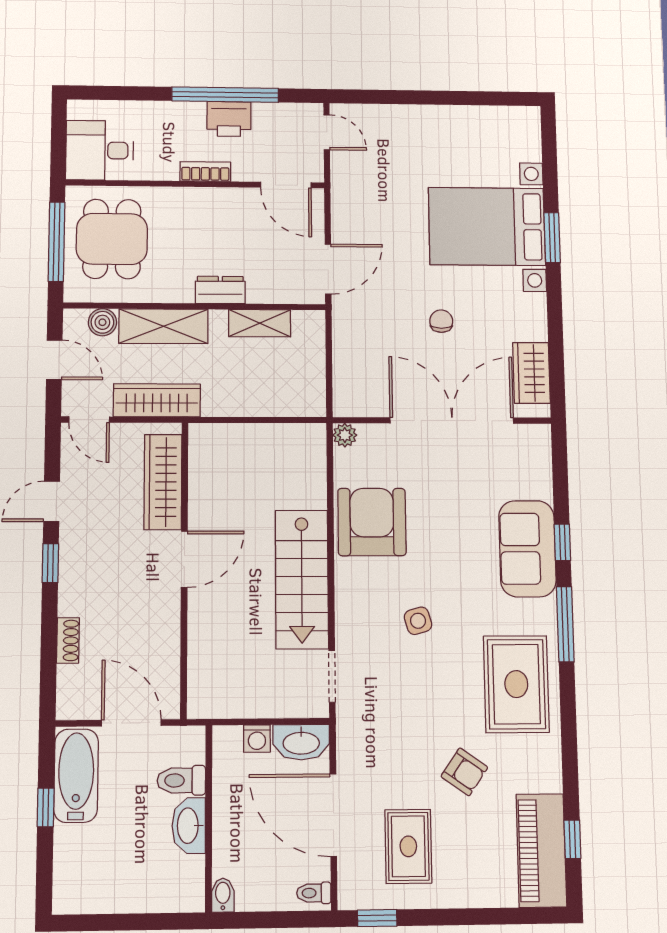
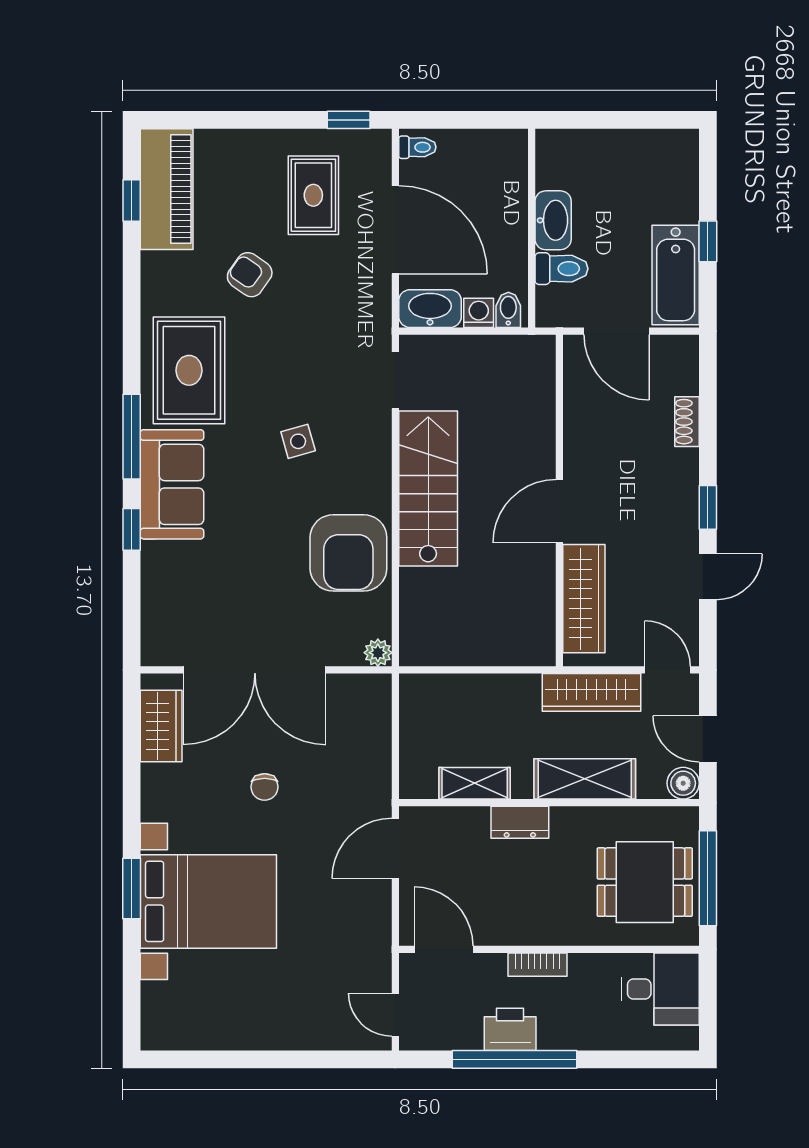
dining table: (112, 239) -> (645, 882), turned 90
boiler: (102, 322) -> (683, 783), moved
sofa: (527, 549) -> (172, 484), moved
bidet: (223, 895) -> (508, 310), moved, turned 180

